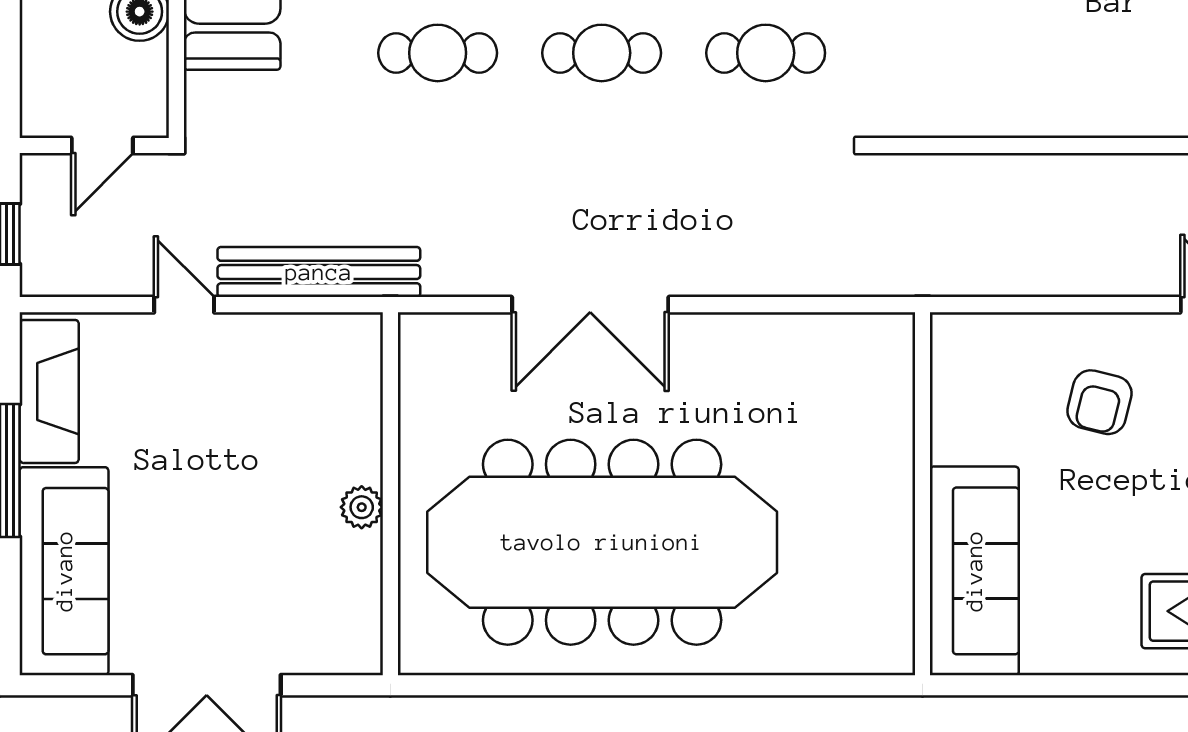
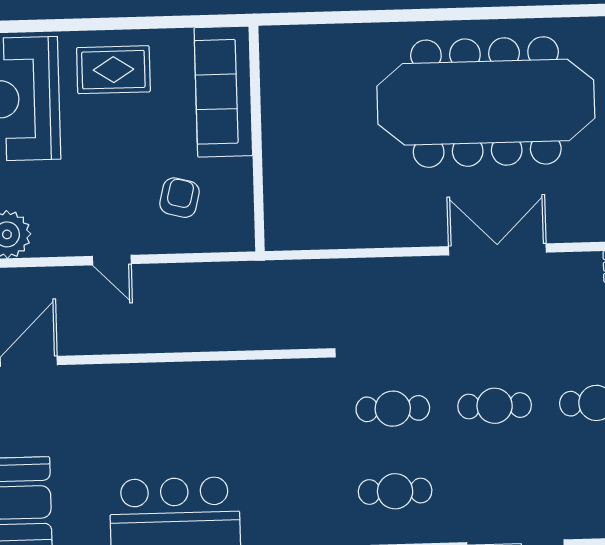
wall: (923, 494) -> (257, 139), moved
sofa: (974, 571) -> (223, 92), moved

